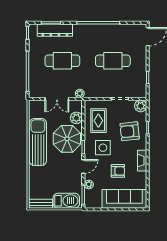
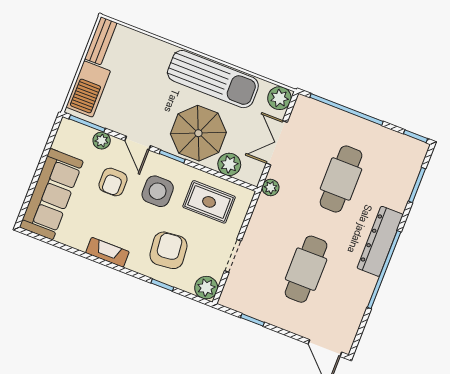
dresser: (55, 30) -> (380, 241), moved
plant: (35, 106) -> (279, 98), added
armchair: (118, 171) -> (113, 182), moved

